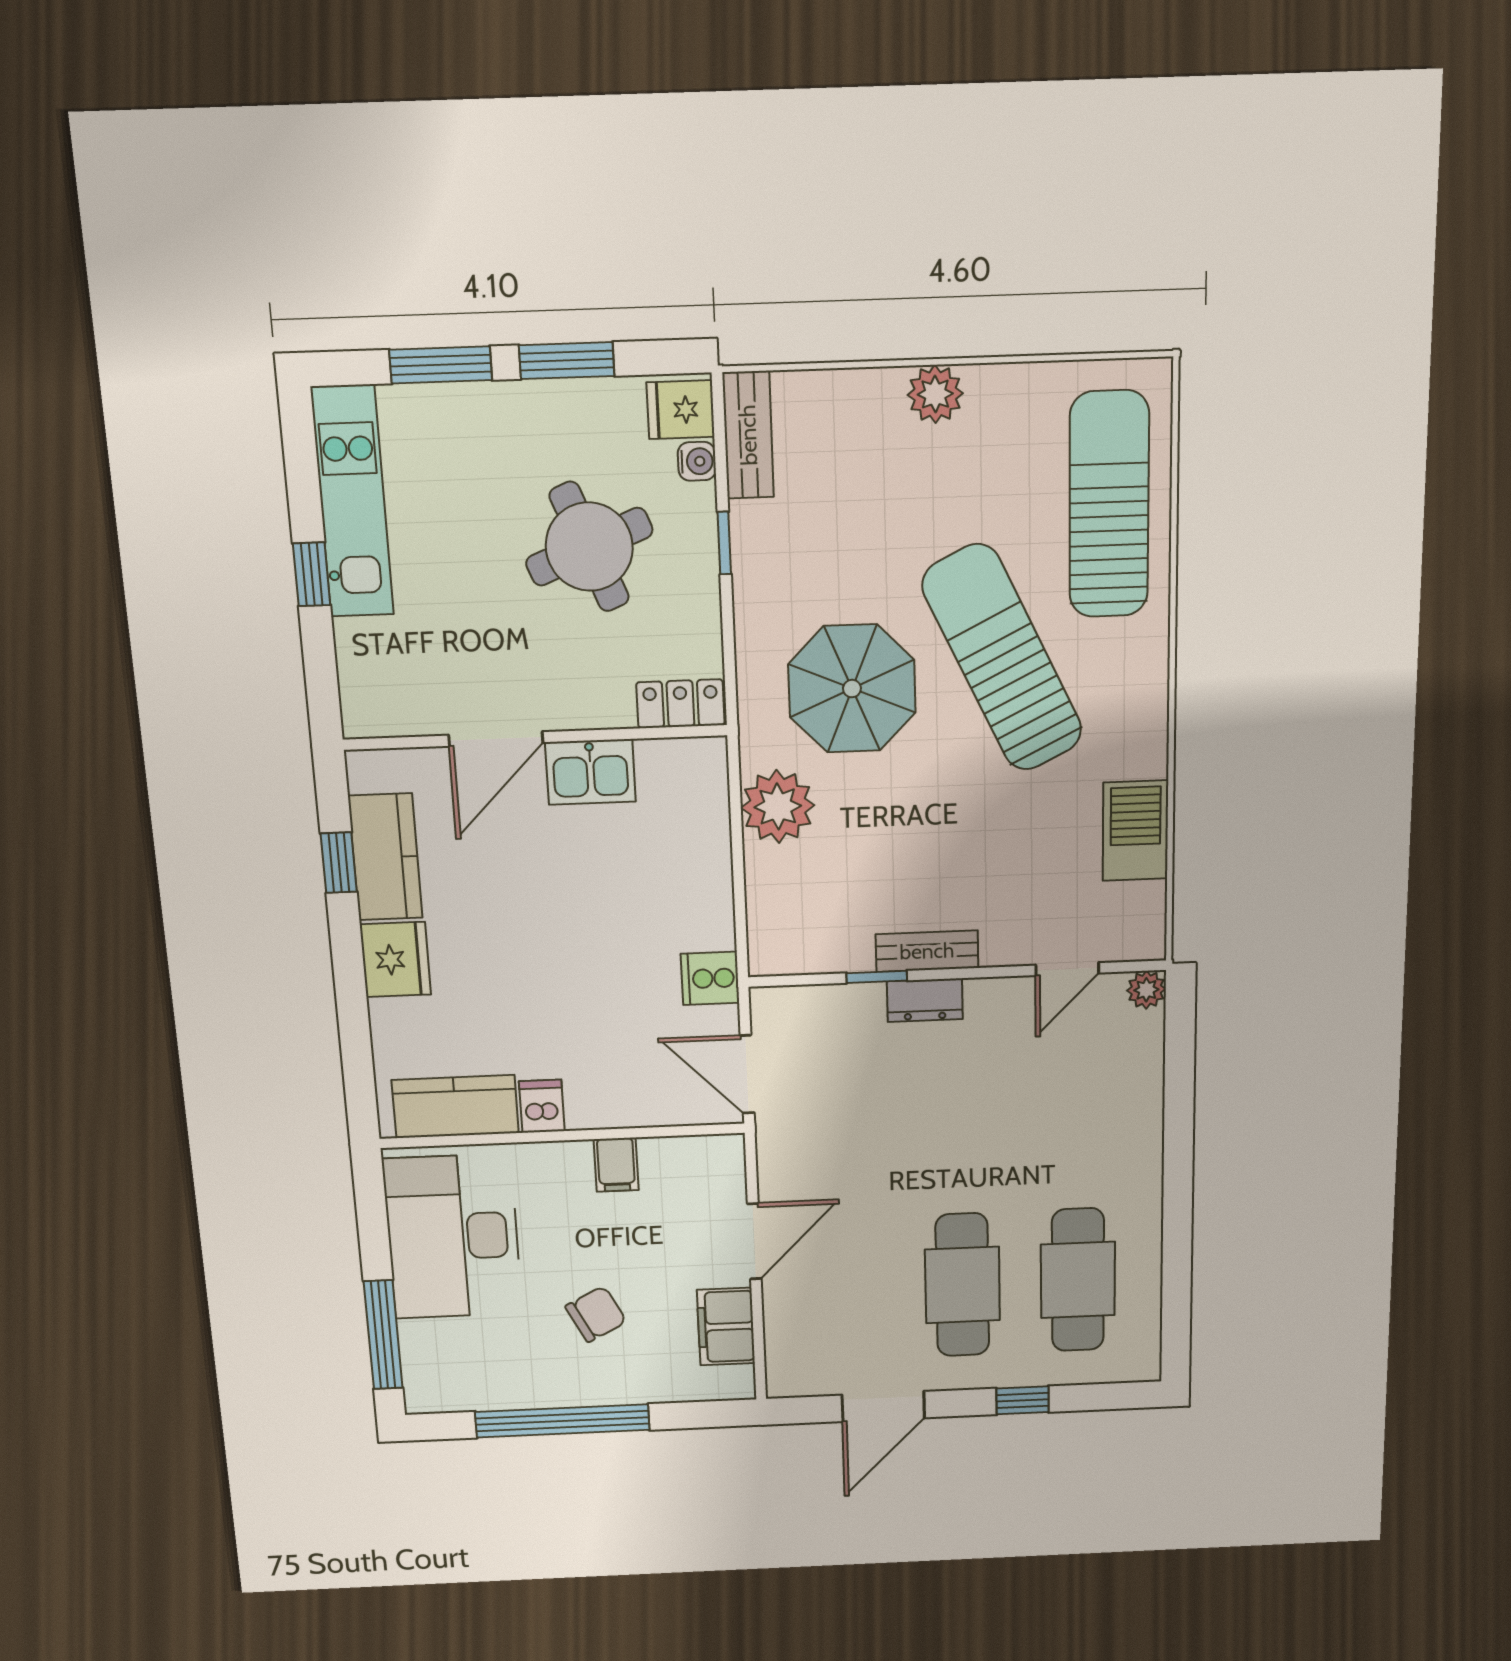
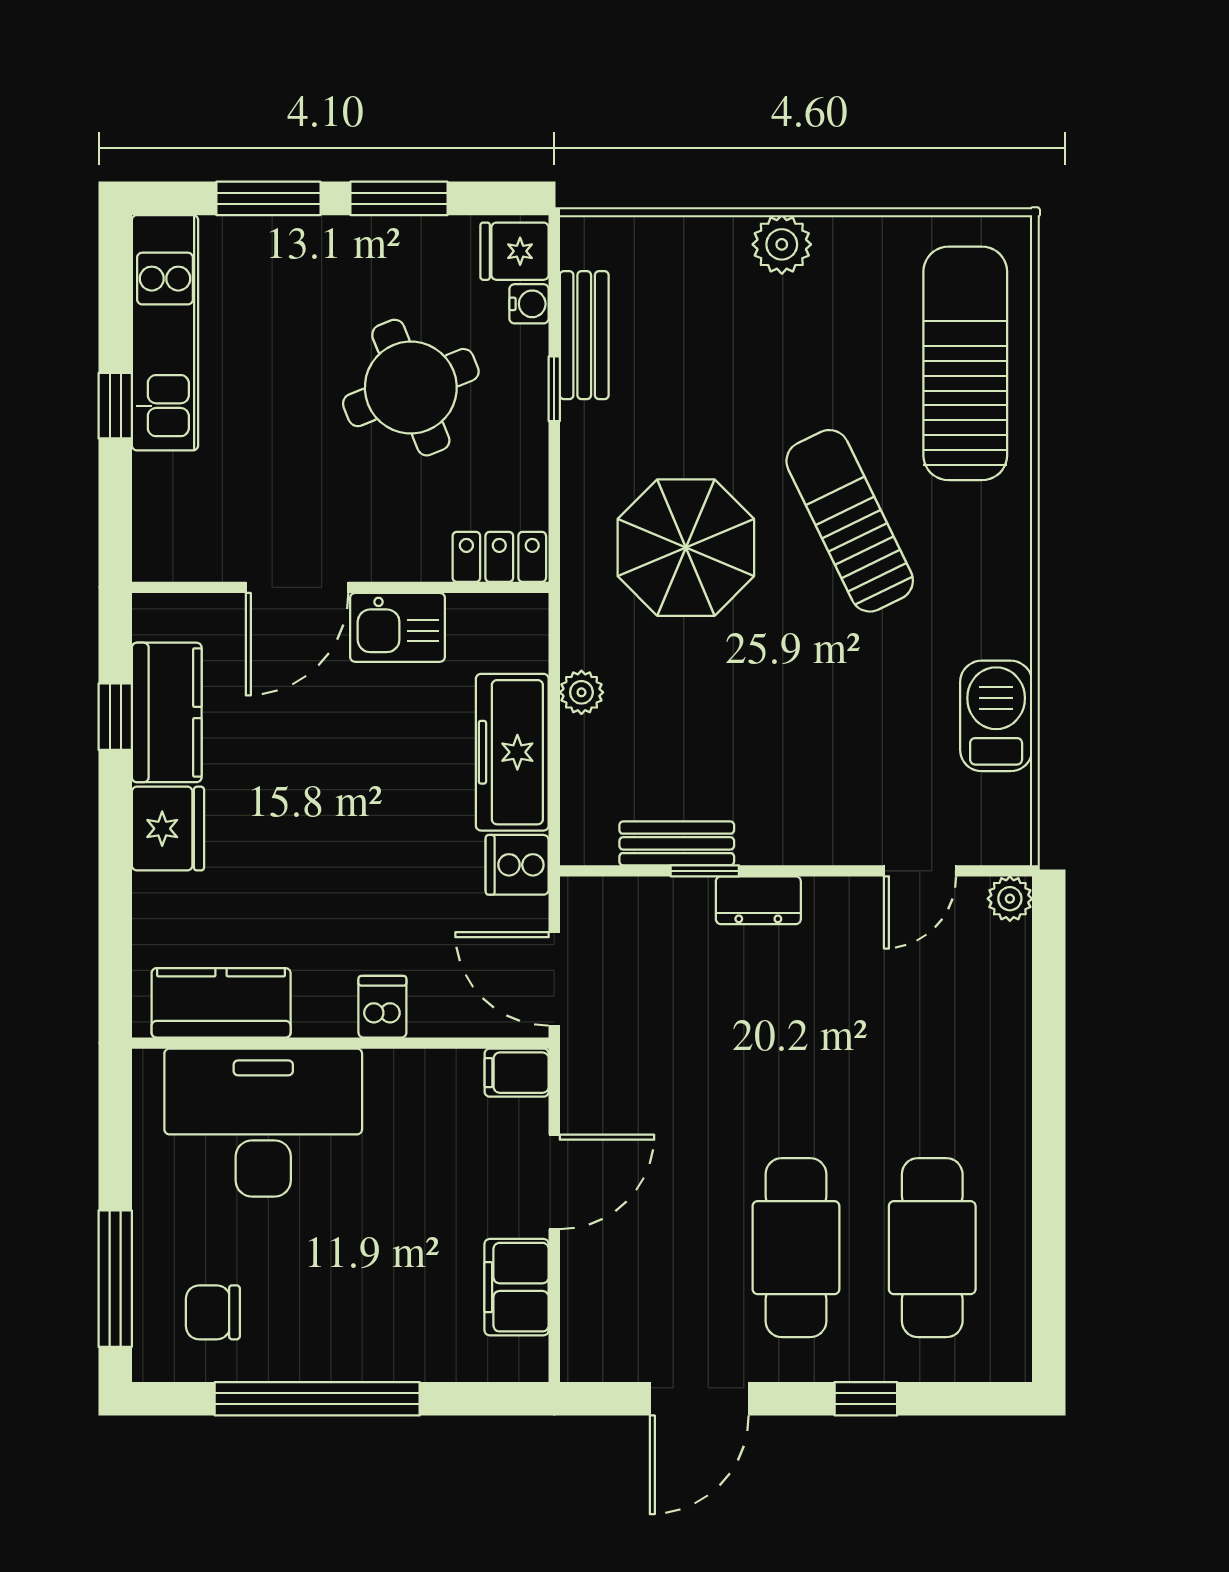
bench: (748, 435) -> (584, 335), moved
sun lounger: (1002, 658) -> (850, 521), width x0.73, depth x0.75
plant: (778, 807) -> (581, 692), width x0.53, depth x0.53
freezer: (701, 880) -> (512, 752), added
bench: (927, 951) -> (677, 843), moved
dishwasher: (542, 1106) -> (382, 1007), moved
filing cabinet: (616, 1165) -> (517, 1073), moved, turned 90
desk: (453, 1237) -> (263, 1123), moved, turned 90
chair: (596, 1314) -> (213, 1312), moved, turned -153

